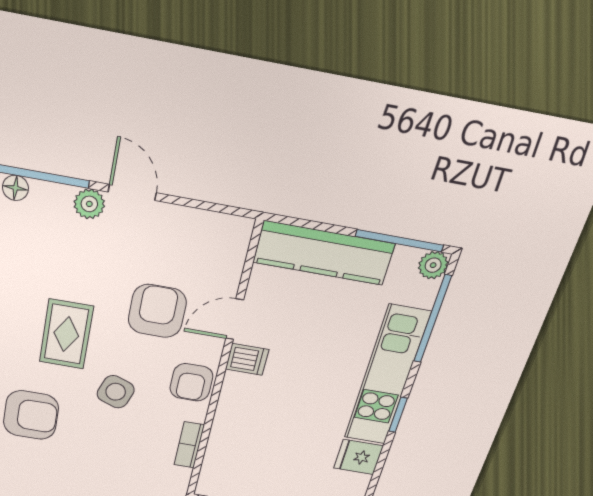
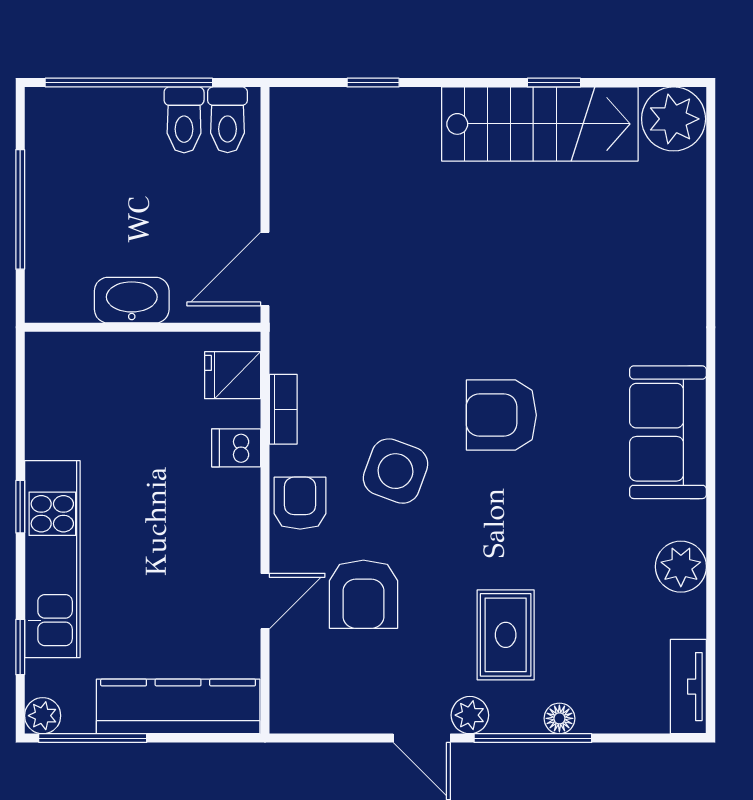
window: (432, 319) -> (20, 647), width x0.46
rug: (66, 334) -> (506, 635), moved
dishwasher: (247, 359) -> (236, 448), moved
side table: (116, 392) -> (396, 471), width x1.37, depth x1.37
fridge: (358, 457) -> (233, 375), moved, turned 180

